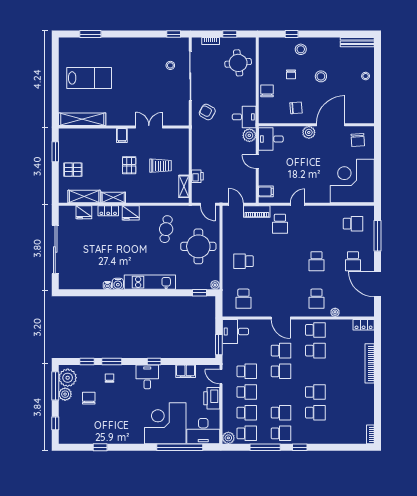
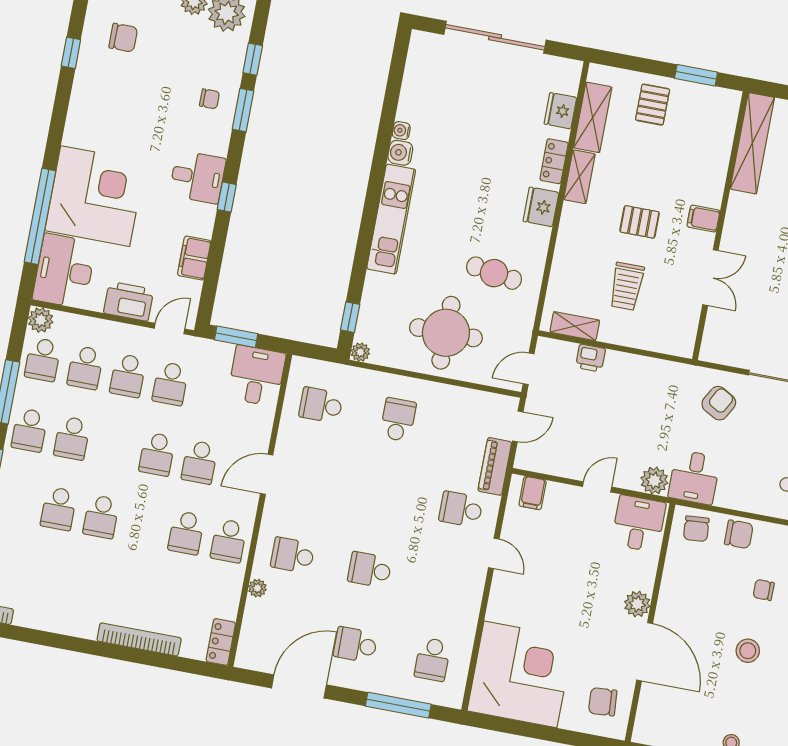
chair: (296, 108) -> (696, 529), moved
chair: (89, 398) -> (123, 38), moved

